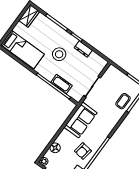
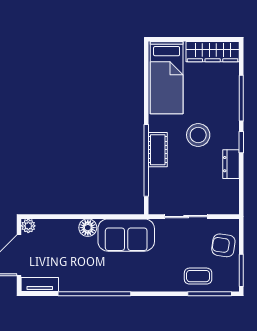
wardrobe: (29, 16) -> (213, 52), width x1.50
cot: (61, 84) -> (158, 150), moved
floor lamp: (55, 148) -> (88, 228), moved
armchair: (83, 151) -> (223, 245), moved

